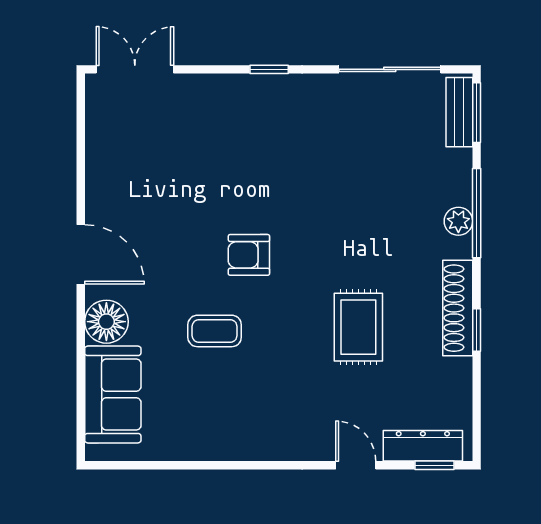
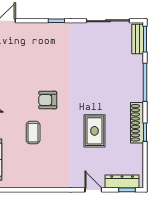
plant: (458, 221) -> (137, 86), removed
coffee table: (215, 331) -> (33, 133), turned 90

